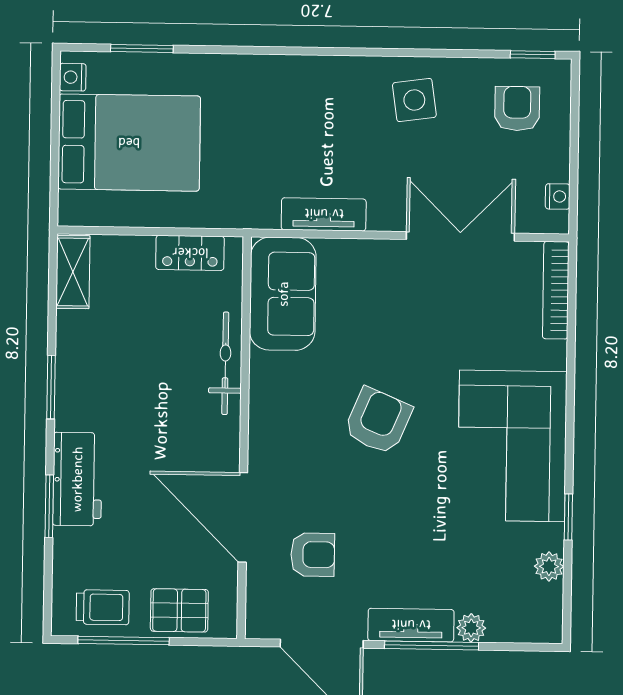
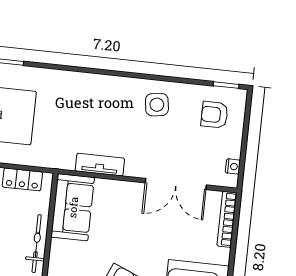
armchair: (517, 108) -> (215, 115), turned -90
double door: (460, 236) -> (176, 184), swing flipped

